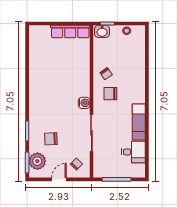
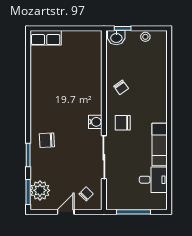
row of seats: (70, 32) -> (46, 38), moved, width x0.68
chair: (110, 94) -> (123, 123), moved
chair: (51, 139) -> (47, 140), moved

